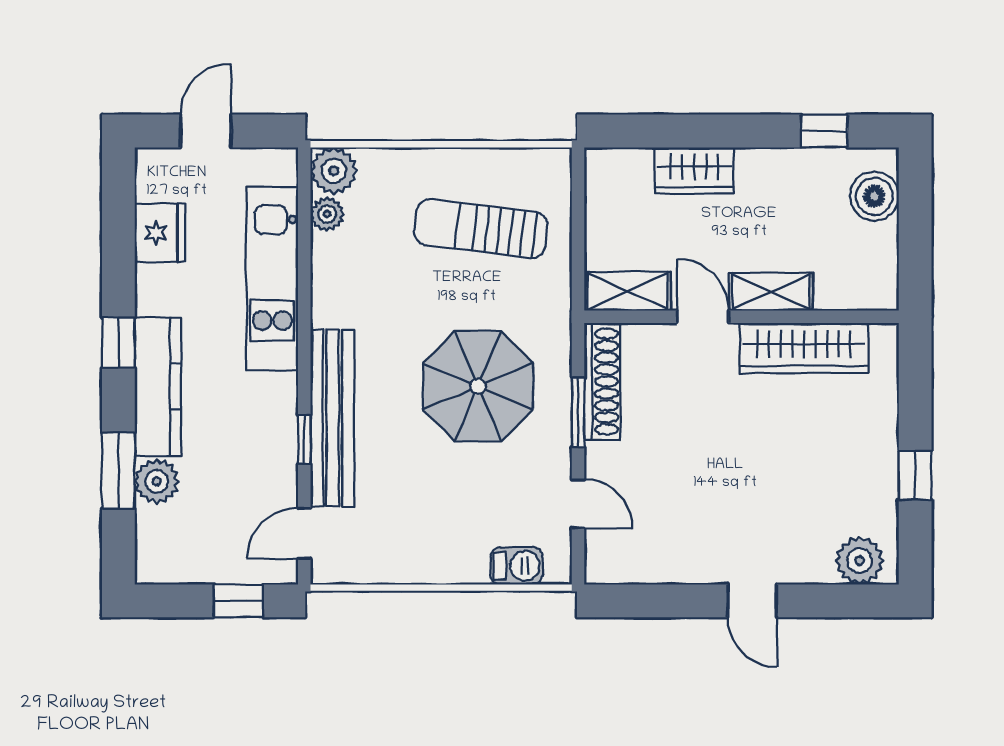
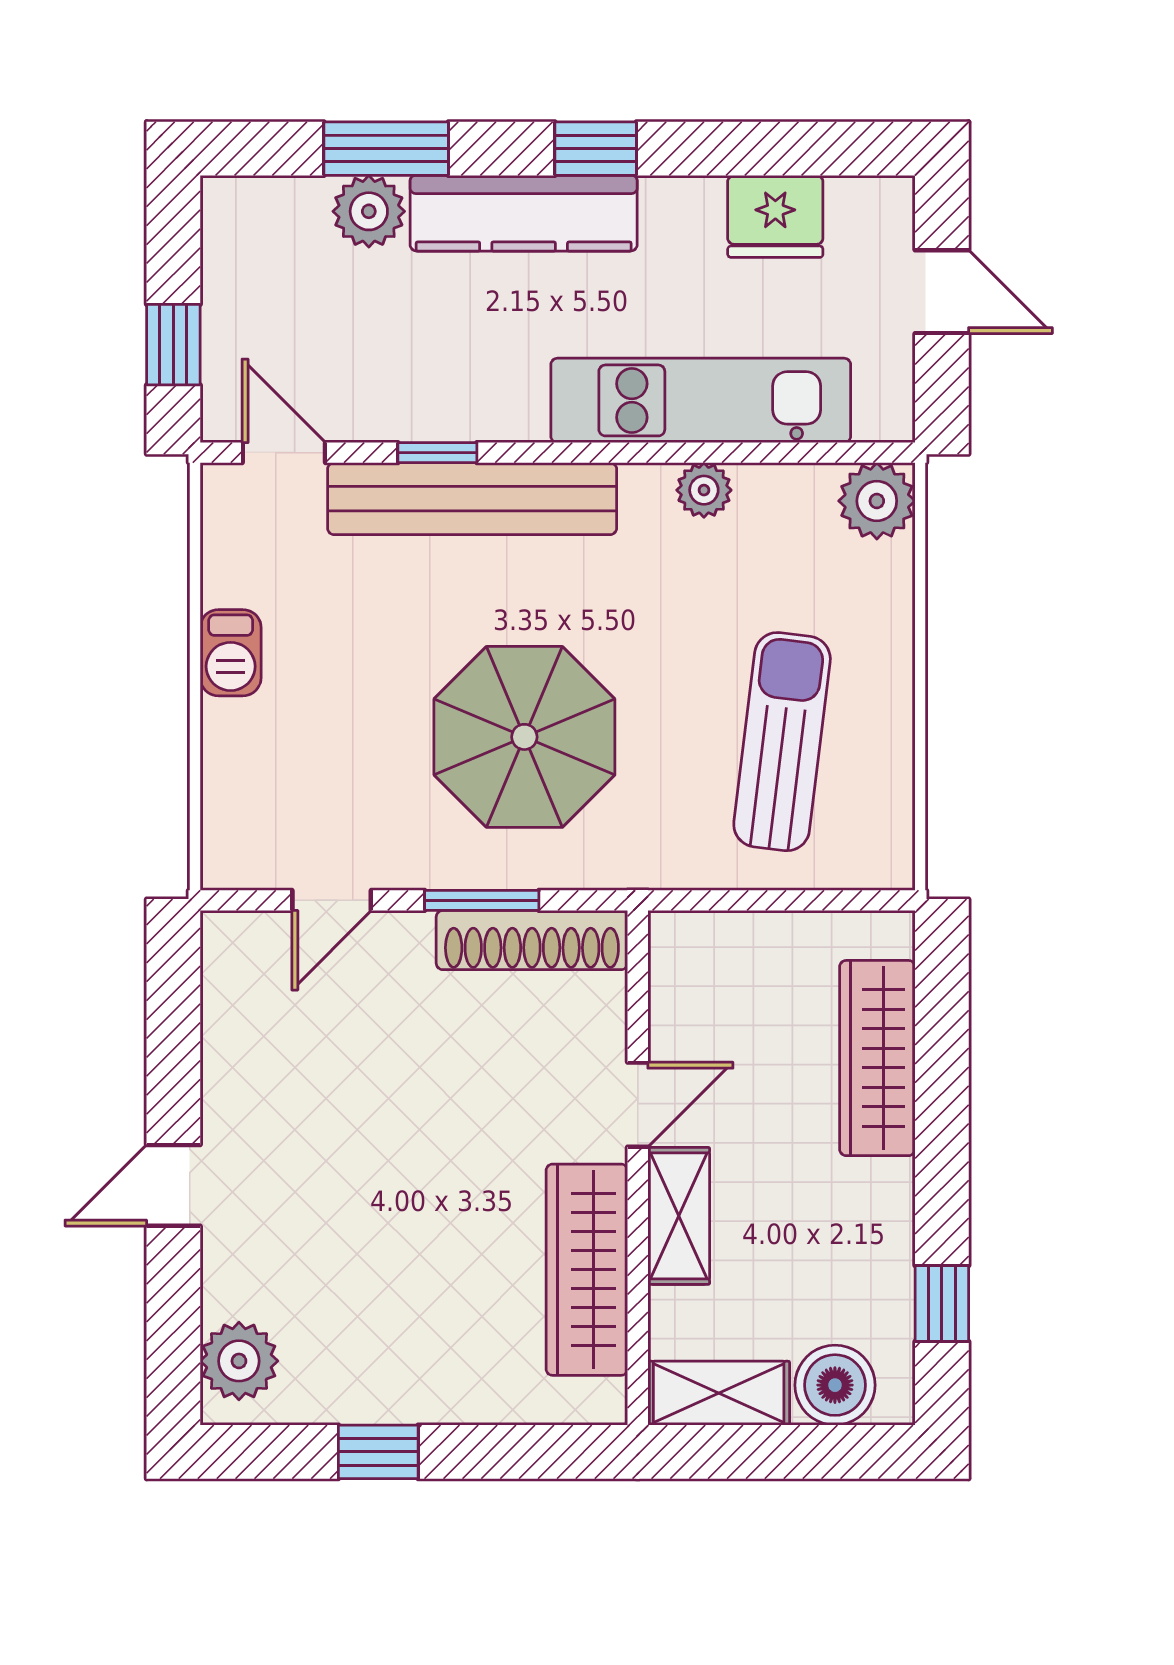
wardrobe: (694, 170) -> (877, 1058), width x1.50
plant: (327, 214) -> (704, 490), moved
shelving: (628, 291) -> (719, 1393), moved, turned 90
barbecue: (516, 566) -> (231, 653), moved

